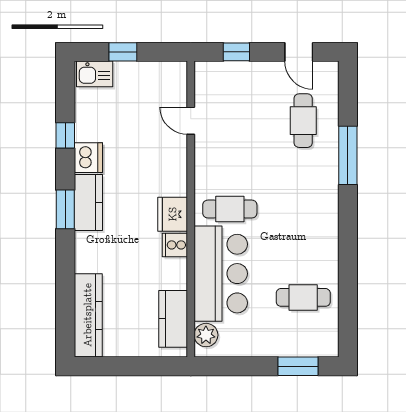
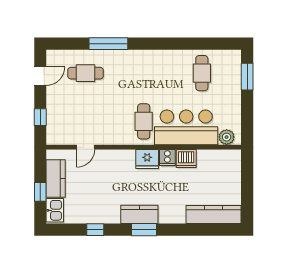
dishwasher: (88, 158) -> (186, 159), moved, turned 180
kitchen counter: (173, 319) -> (56, 178), moved, turned -90

